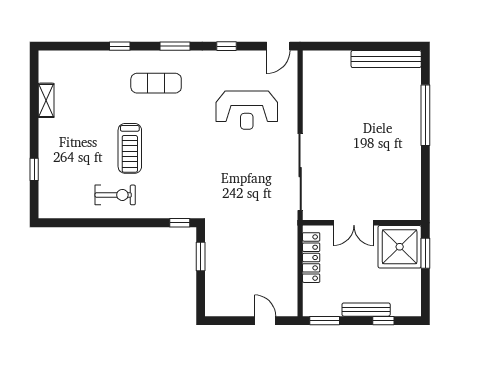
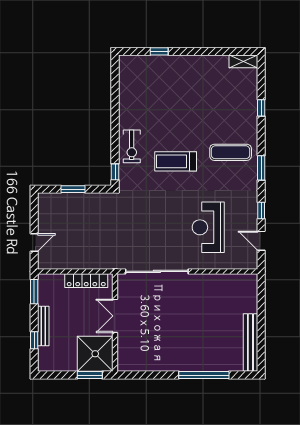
window: (120, 46) -> (261, 108), moved
door: (278, 46) -> (261, 241), moved
exercise mat: (156, 83) -> (231, 152), turned 90
shelving: (46, 100) -> (243, 61), moved
treadmill: (130, 148) -> (176, 161), moved
exercise bike: (115, 195) -> (132, 146), moved
window: (201, 256) -> (73, 189), moved

